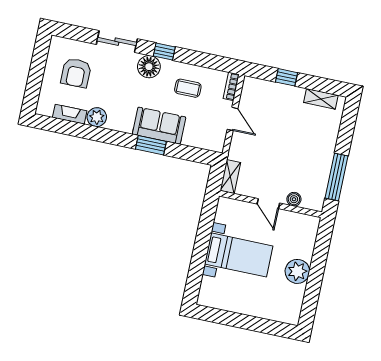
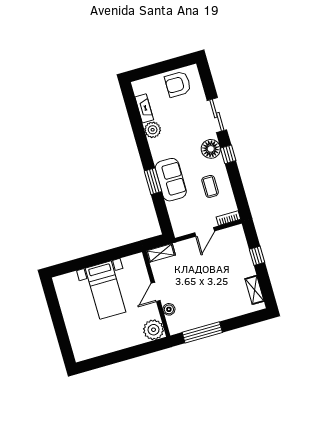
armchair: (76, 73) -> (178, 84), moved
plant: (297, 271) -> (153, 330), moved

